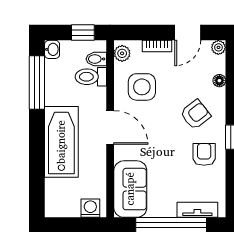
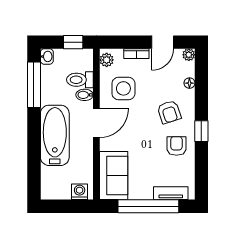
bidet: (96, 59) -> (85, 95), moved
armchair: (195, 114) -> (169, 112), turned 110
door: (110, 127) -> (96, 123), hinge flipped

